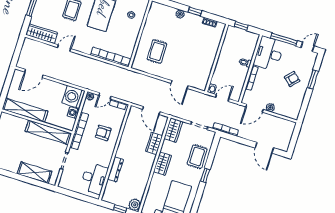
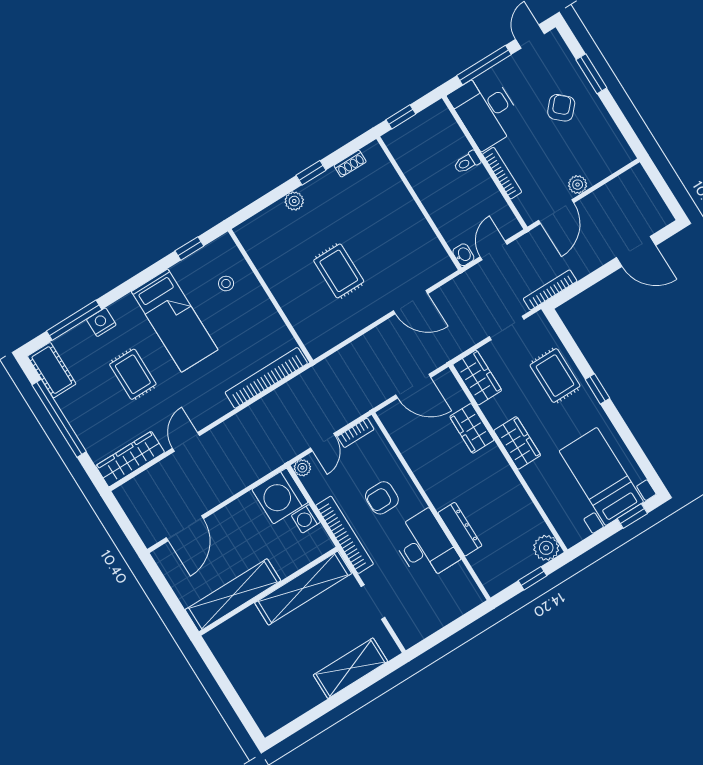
rug: (157, 51) -> (339, 271), moved
desk: (94, 178) -> (425, 546), moved

